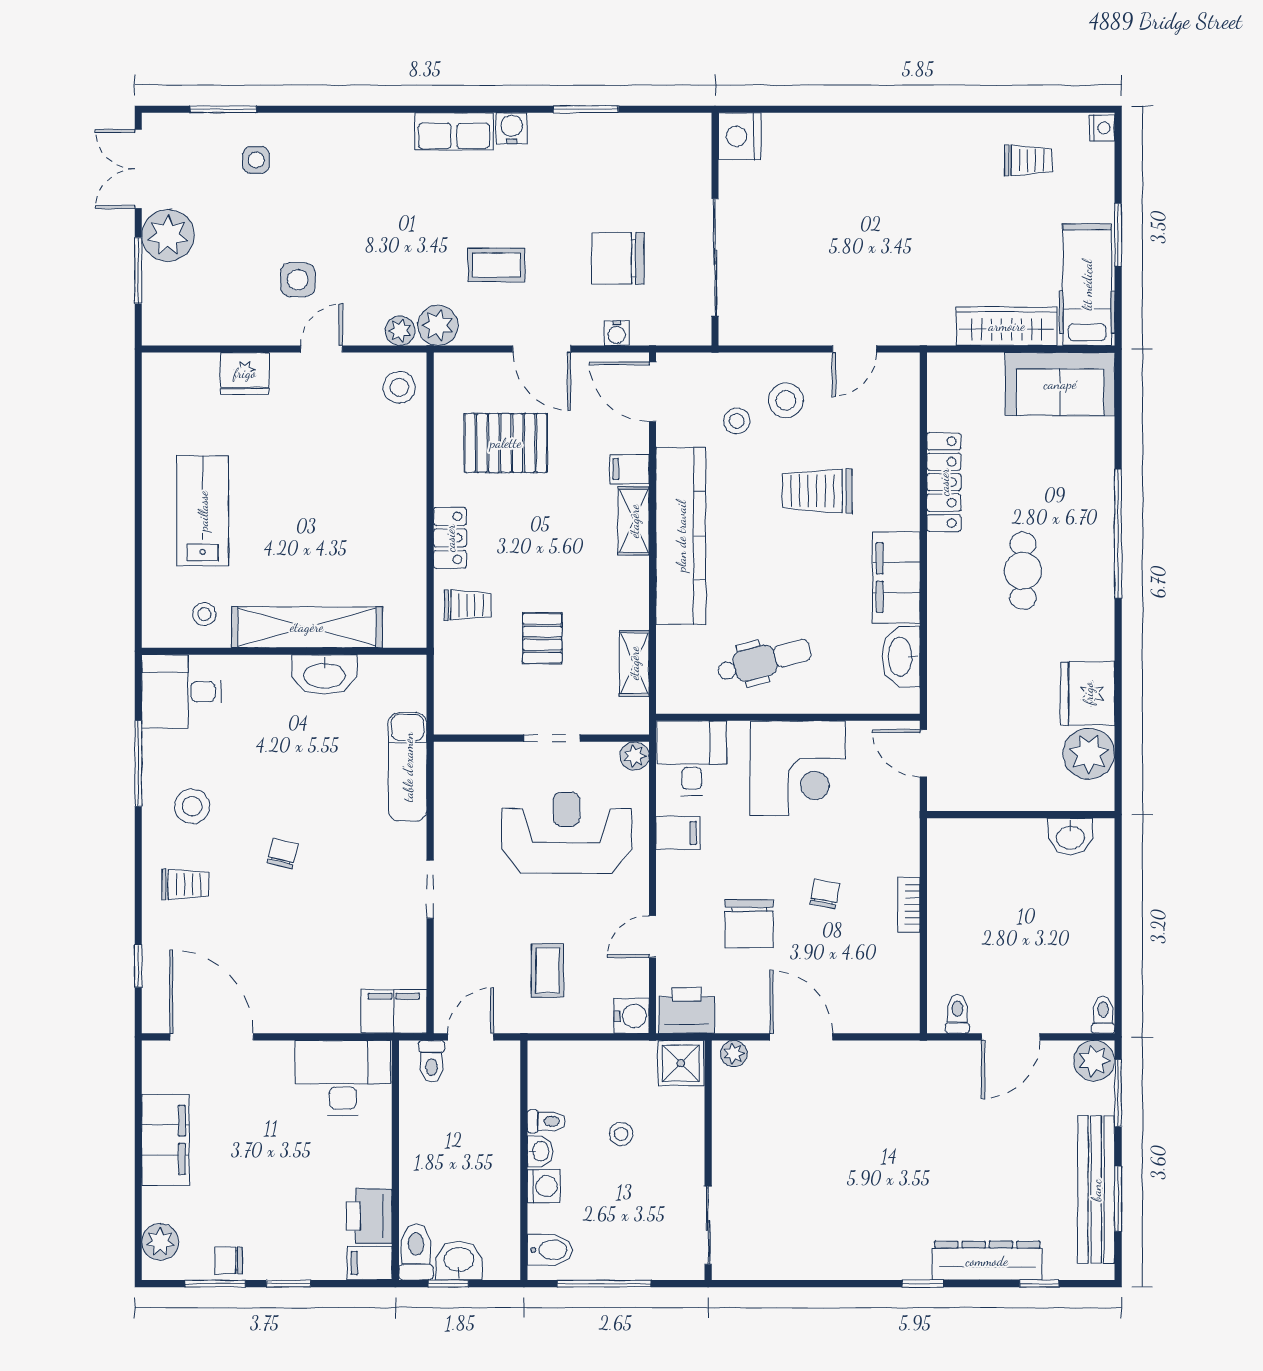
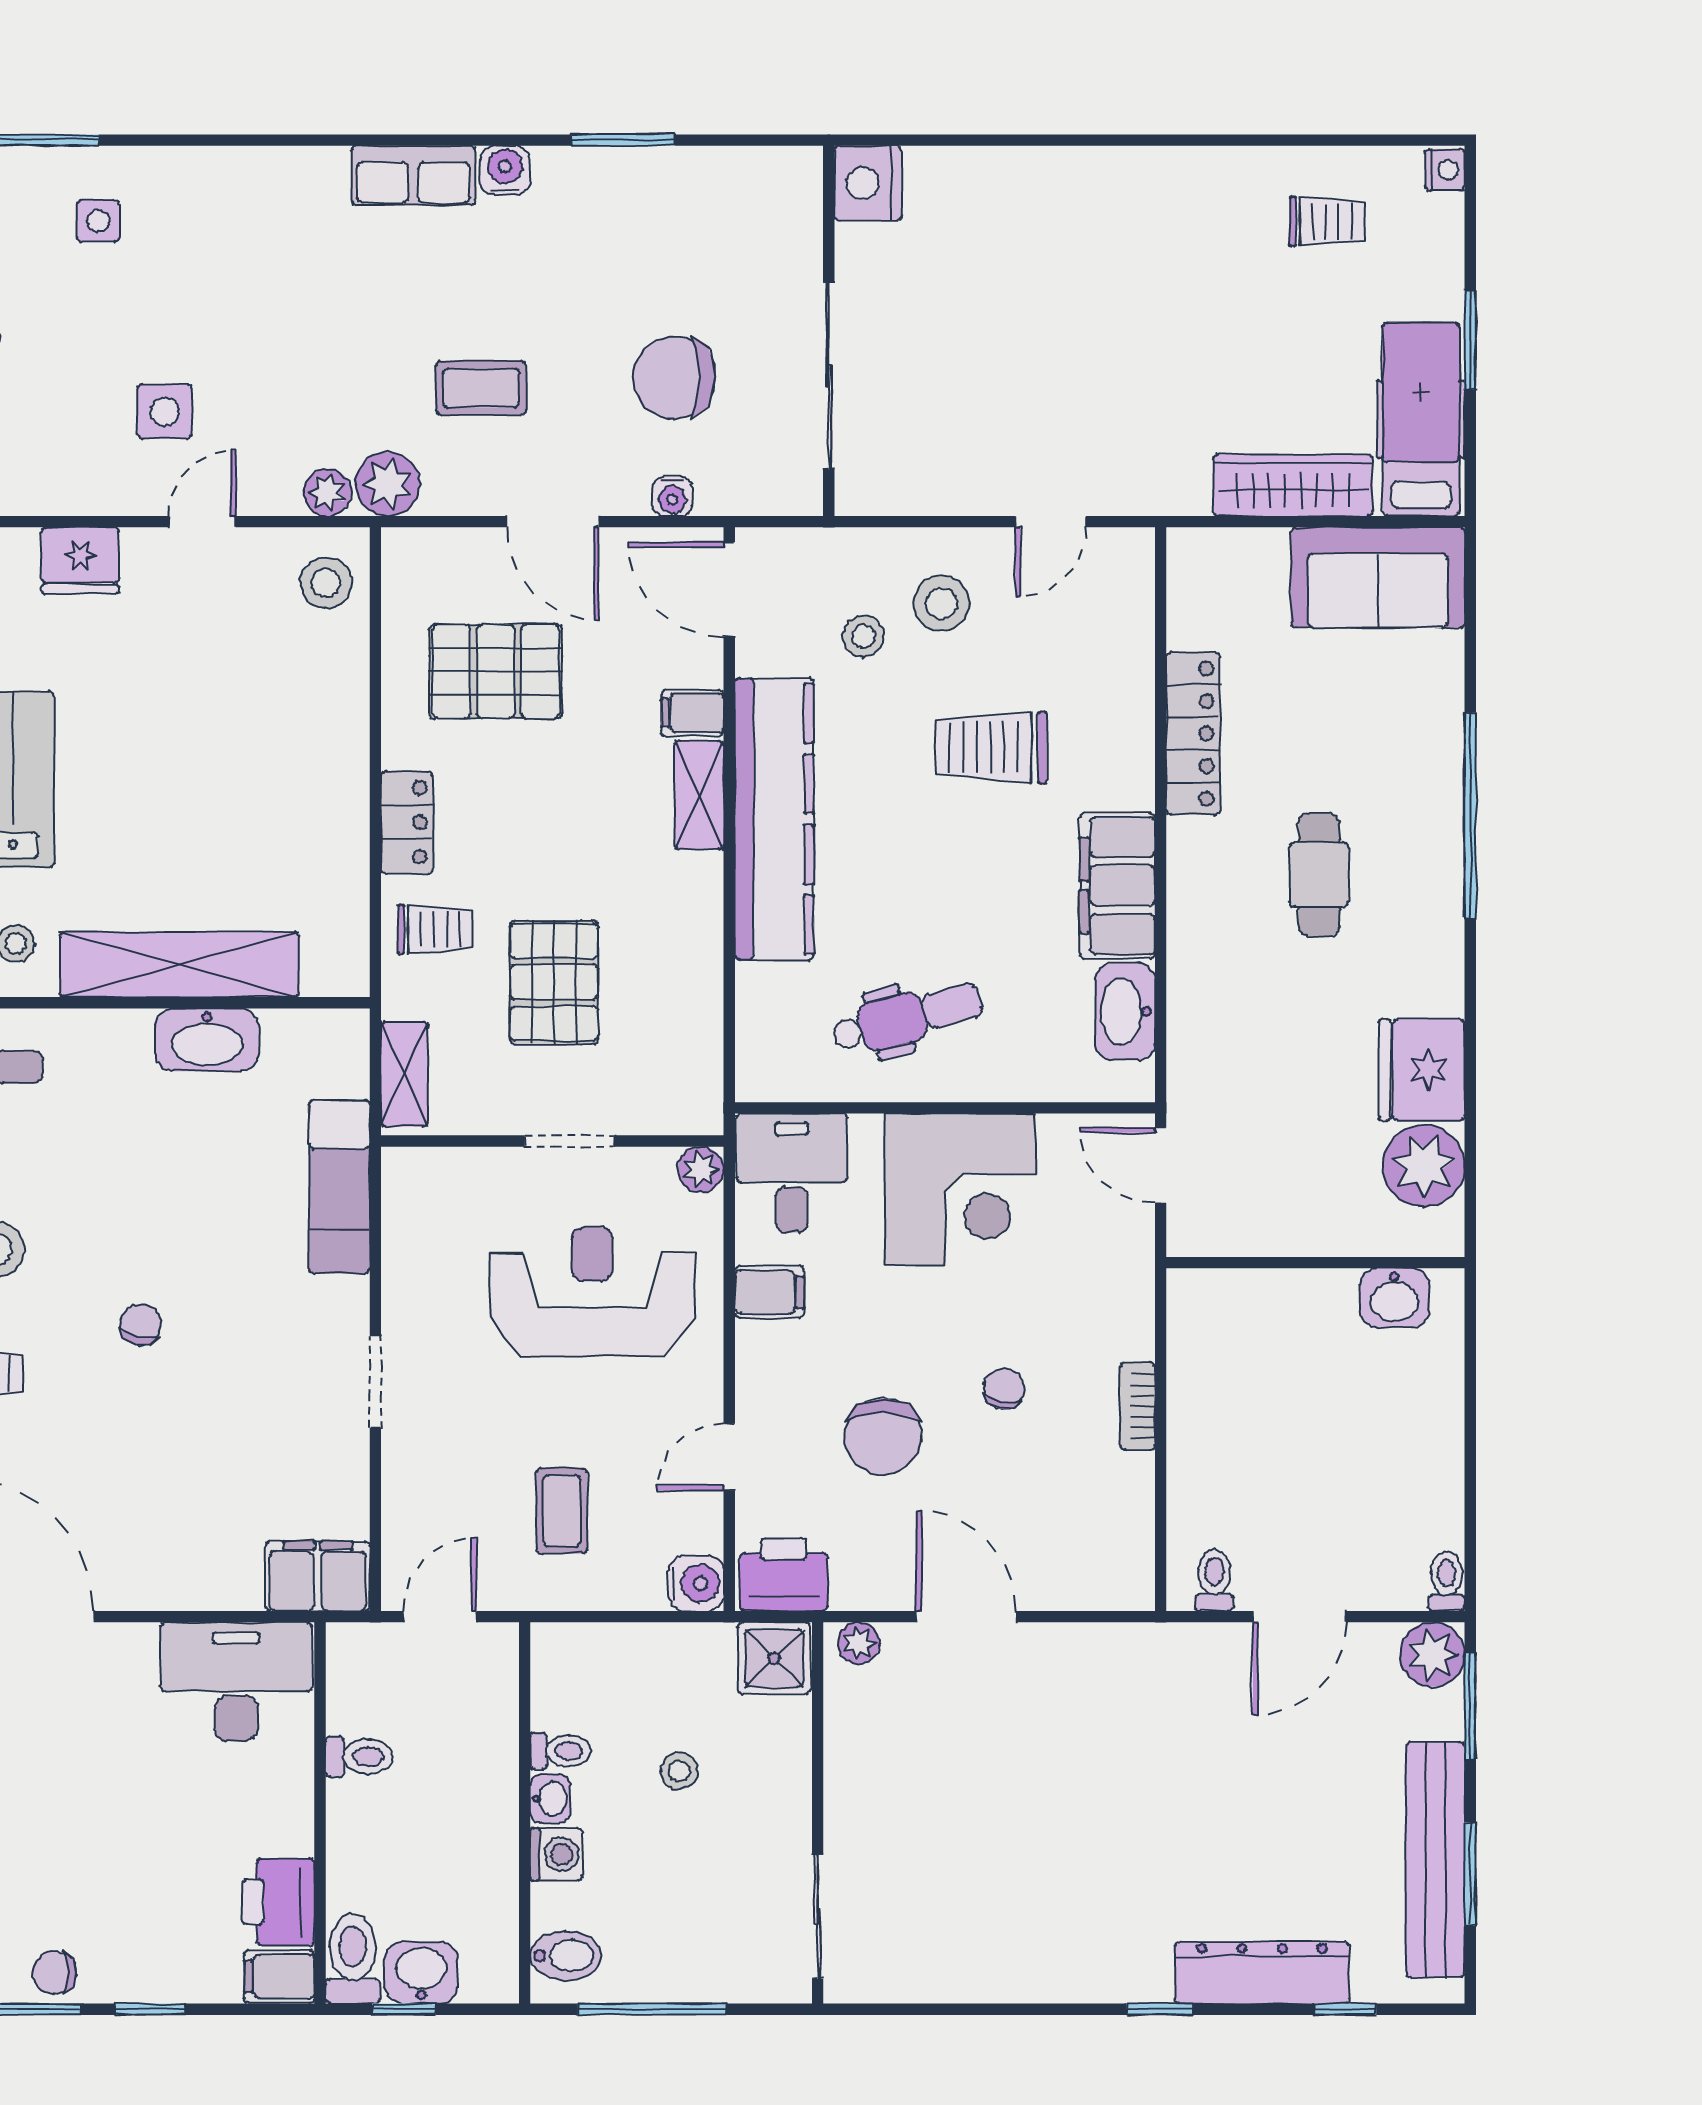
pallet: (542, 638) -> (554, 982), width x1.50, depth x1.42
shelving: (634, 663) -> (404, 1074), moved
toilet: (432, 1061) -> (359, 1757), moved, turned -90

